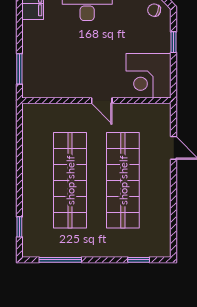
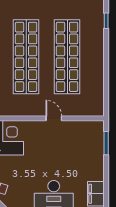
door: (102, 101) -> (54, 118), moved

